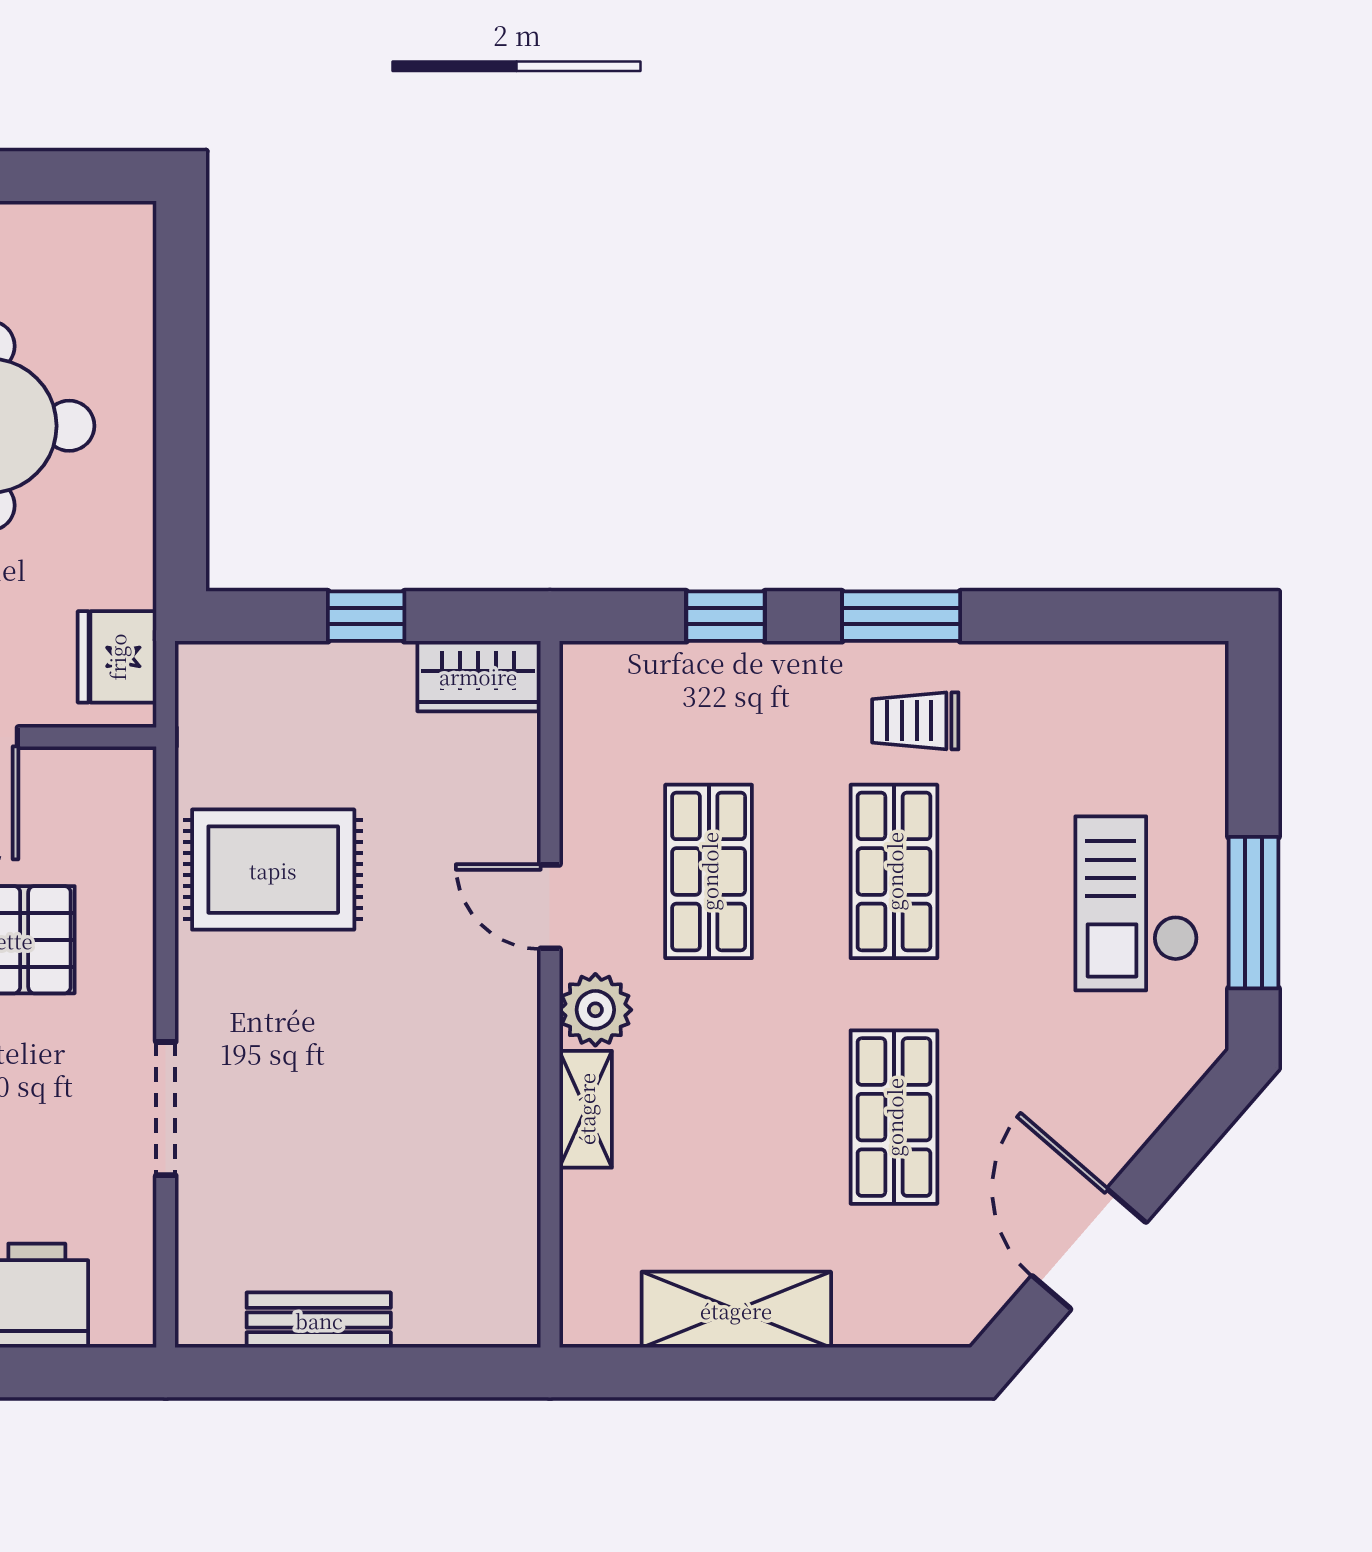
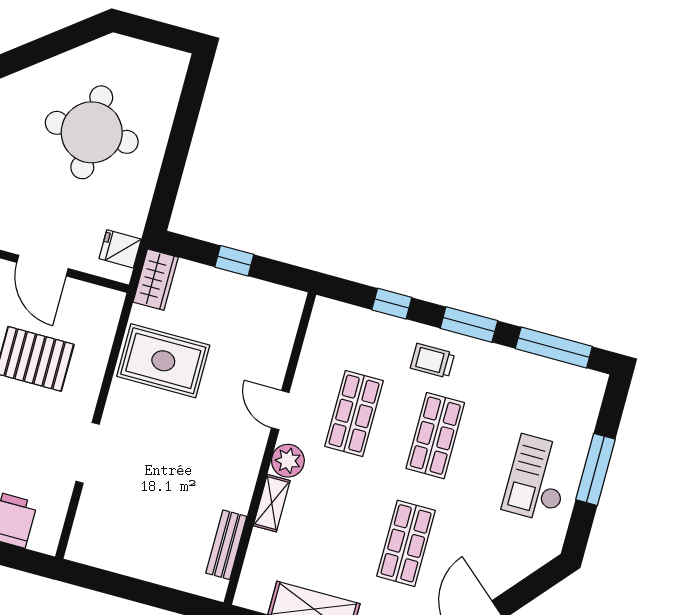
window: (1095, 616) -> (554, 348), added
fridge: (117, 657) -> (120, 249), width x0.72
wardrobe: (478, 676) -> (156, 280), moved, turned -90
trolley: (915, 721) -> (433, 361), moved
window: (1253, 913) -> (595, 469), moved
bench: (319, 1320) -> (226, 545), moved, turned 90

